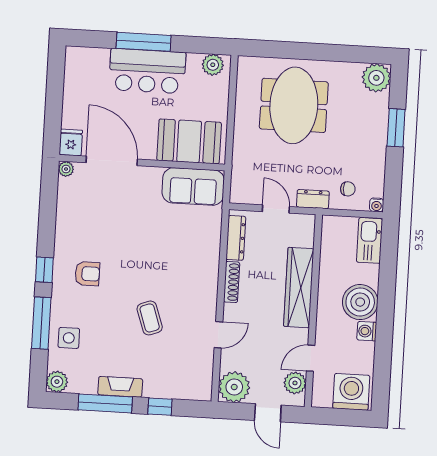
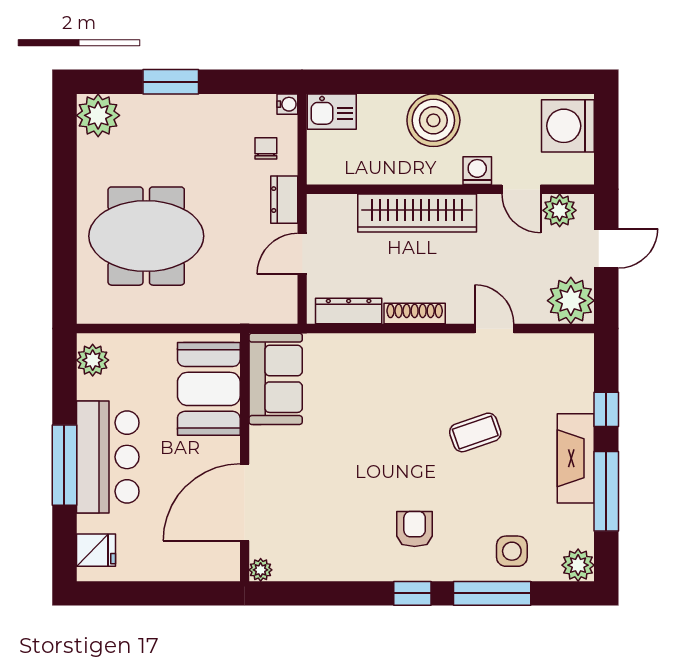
fridge: (71, 142) -> (96, 550), moved, turned 180
kitchen sink: (370, 240) -> (332, 112), width x0.73
washing machine: (367, 331) -> (477, 171), moved, turned 180
fireplace: (120, 387) -> (576, 458), width x1.37, depth x1.32

